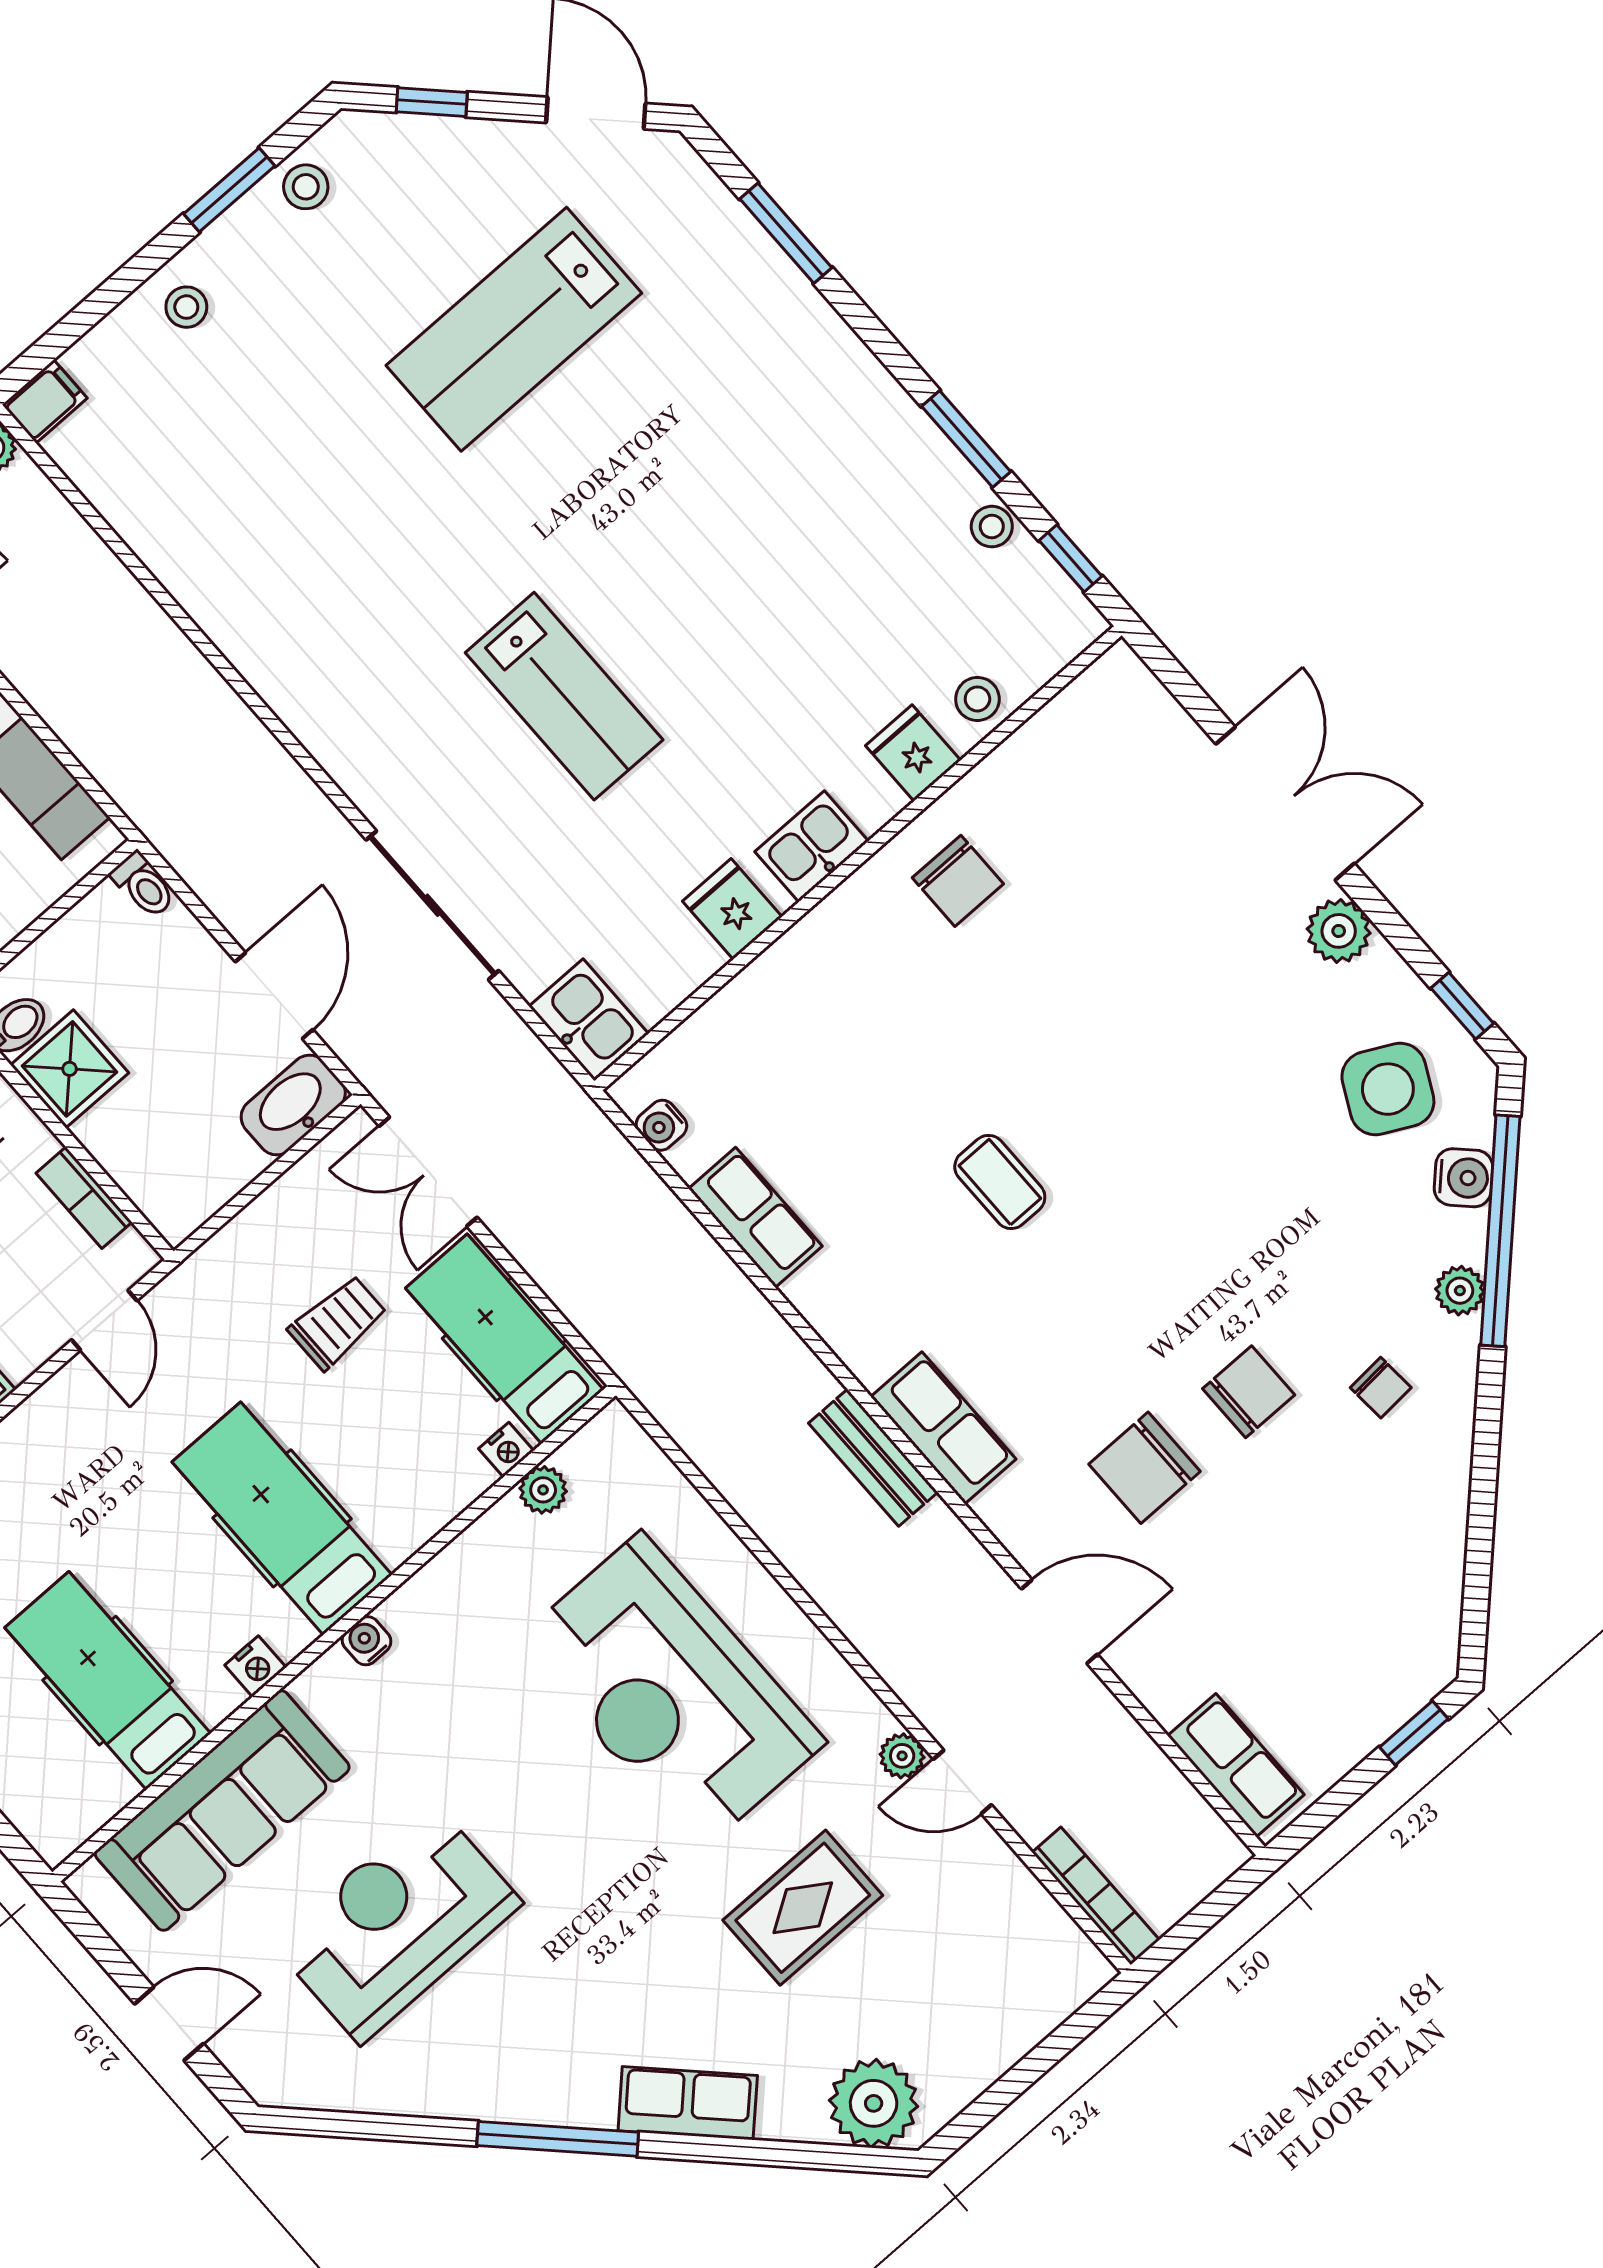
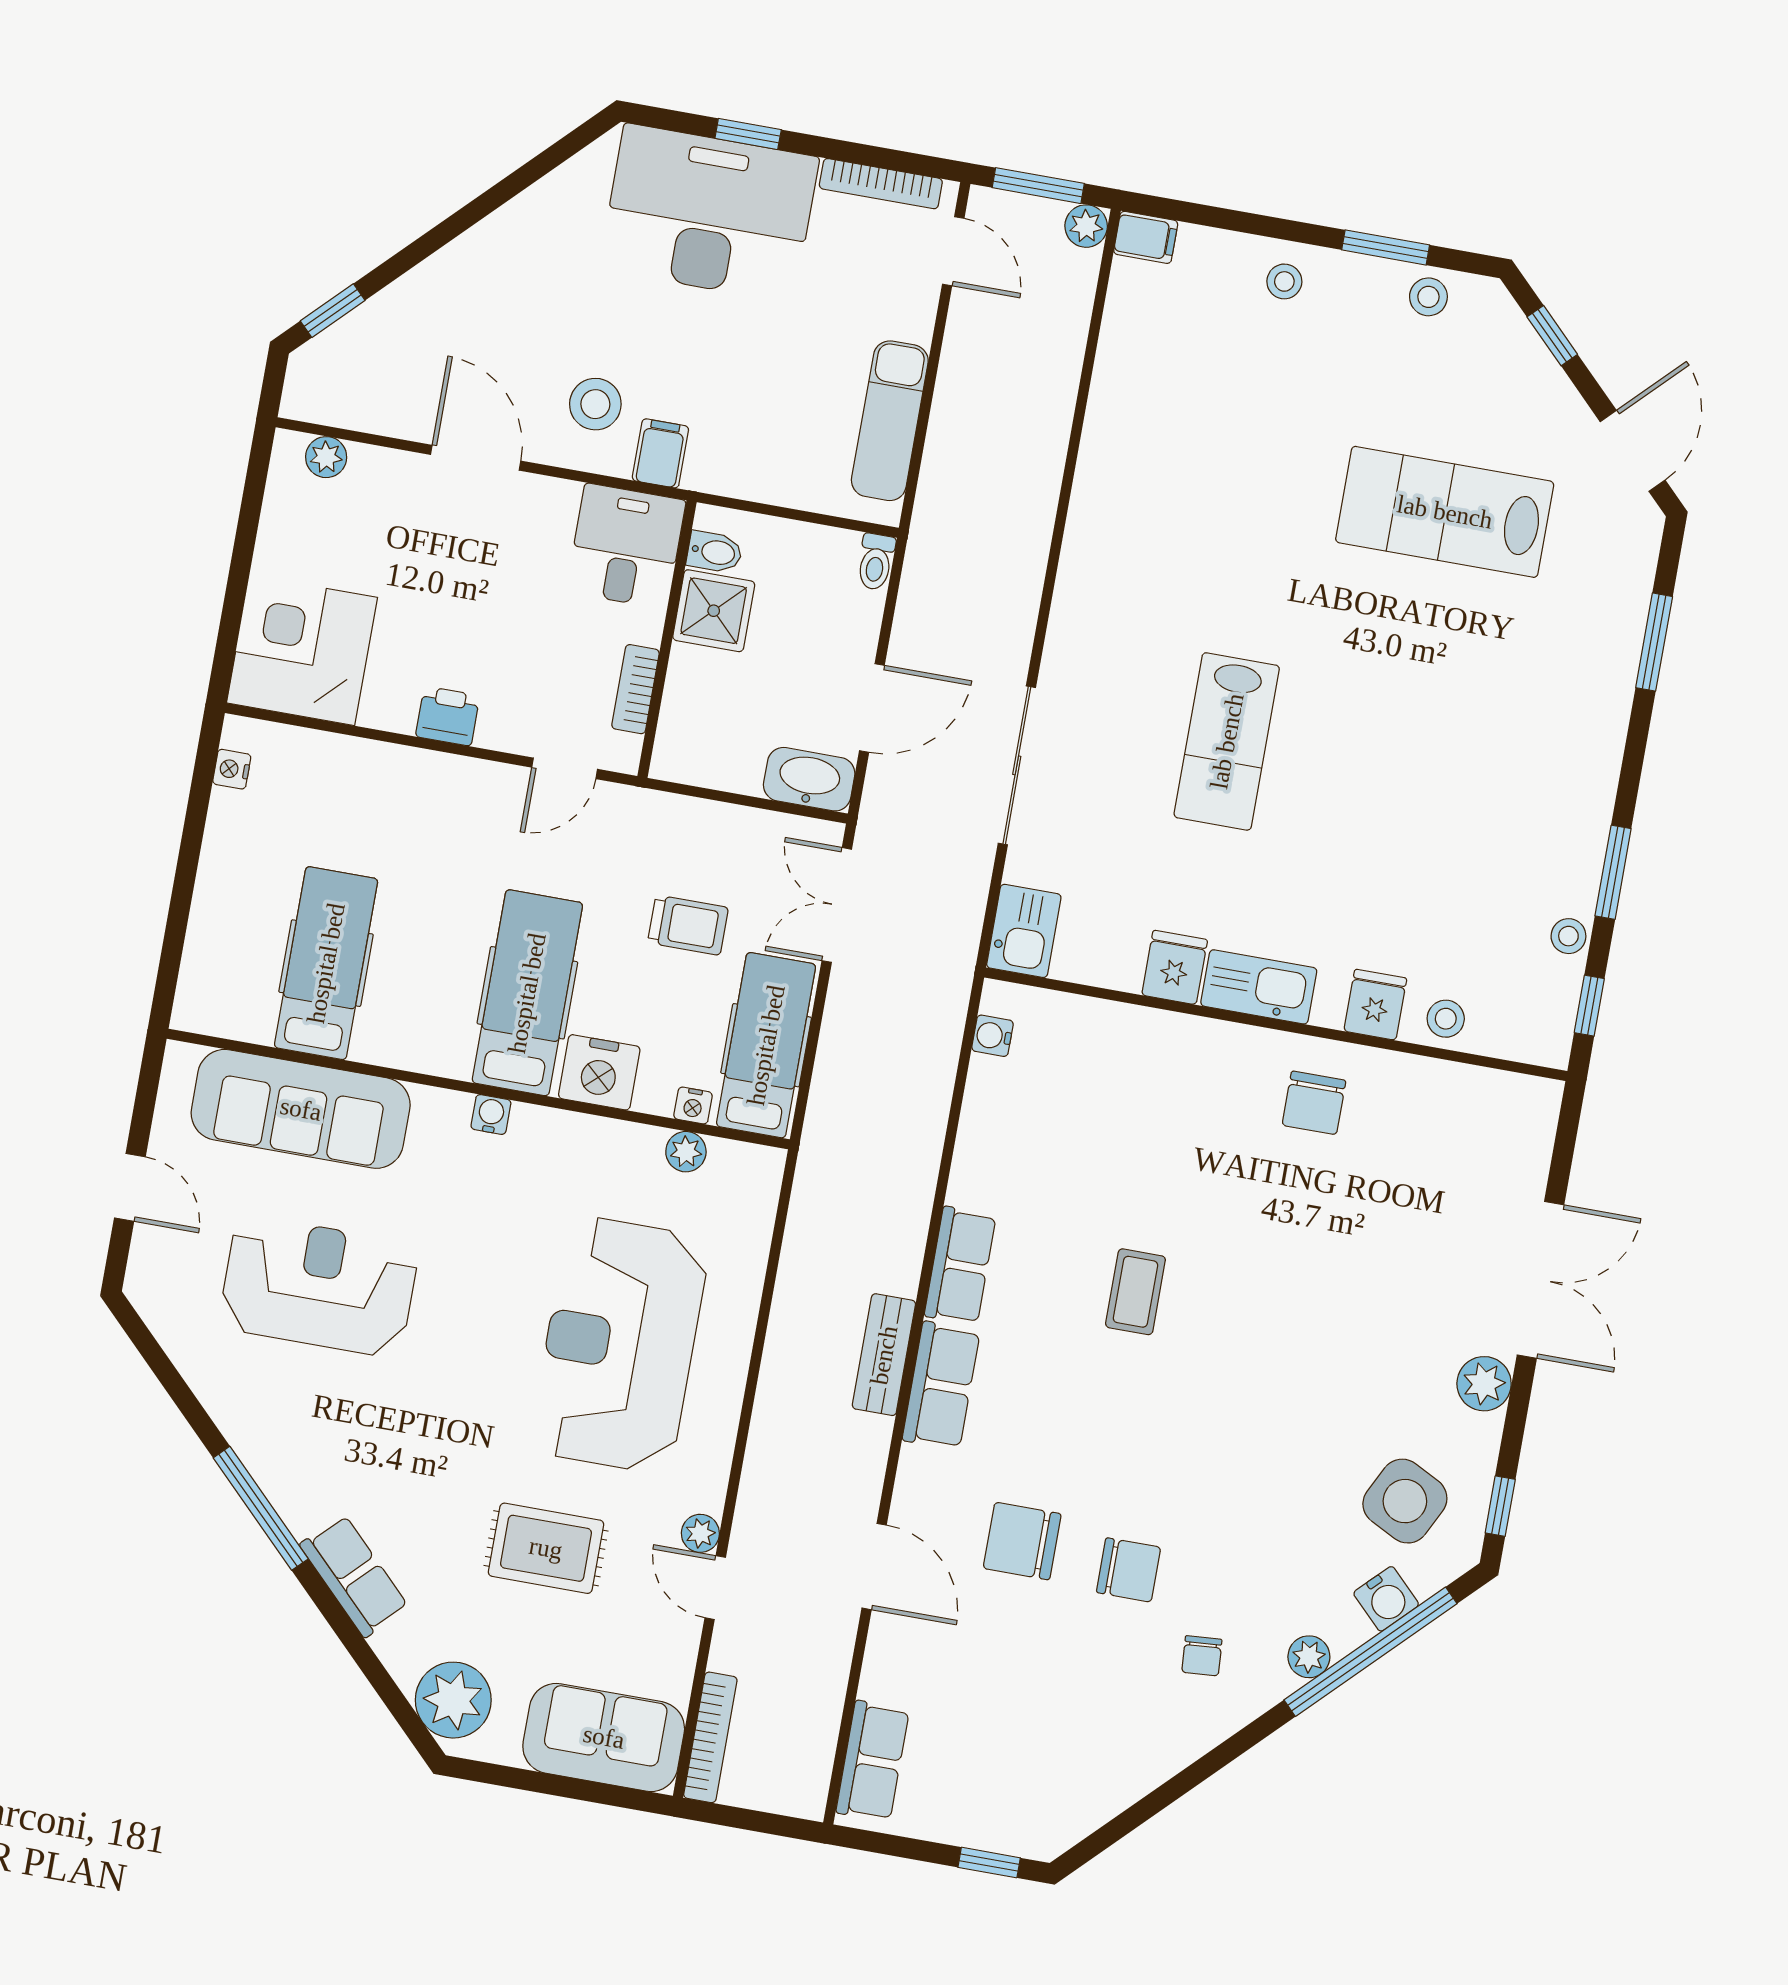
kitchen sink: (812, 846) -> (1259, 987), width x1.38
row of seats: (755, 1217) -> (960, 1266), moved
nightstand: (255, 1666) -> (599, 1072), moved, width x1.89, depth x1.79
sofa: (1018, 1993) -> (604, 1737), added

